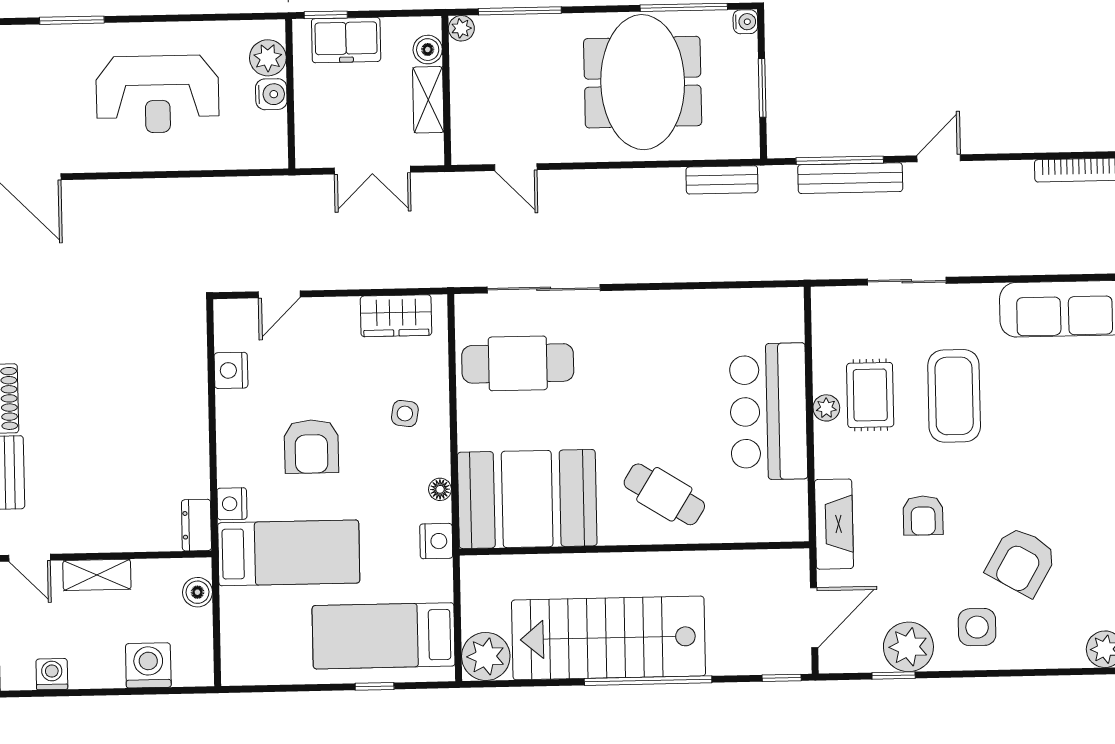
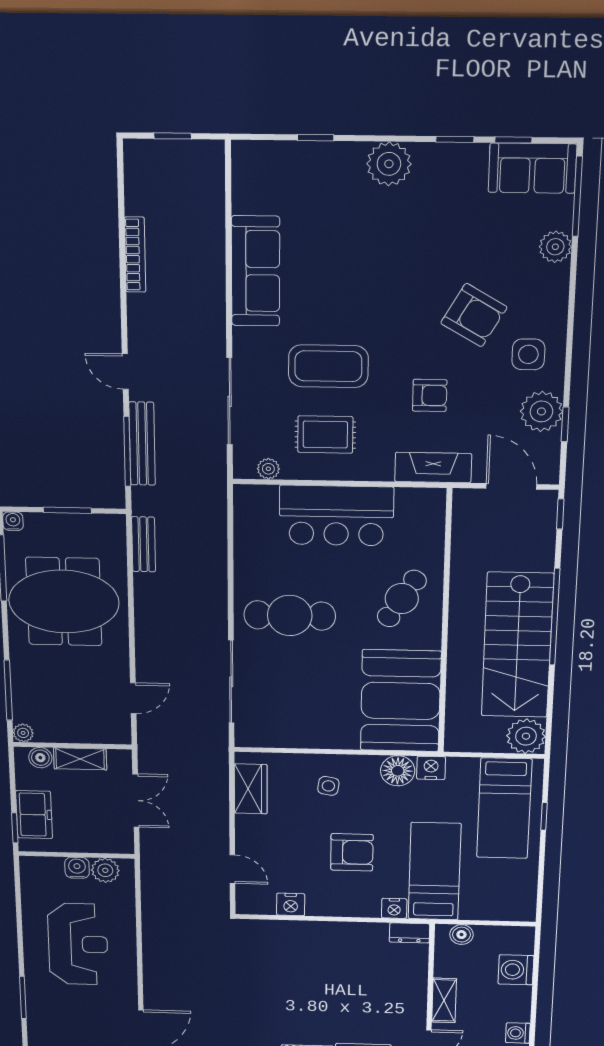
plant: (268, 58) -> (105, 870), moved
sliding door: (907, 281) -> (230, 401), width x1.37
cafe table: (518, 363) -> (290, 615), moved, turned 90
plant: (826, 408) -> (268, 469), moved
floor lamp: (440, 489) -> (398, 771), width x1.89, depth x1.89

